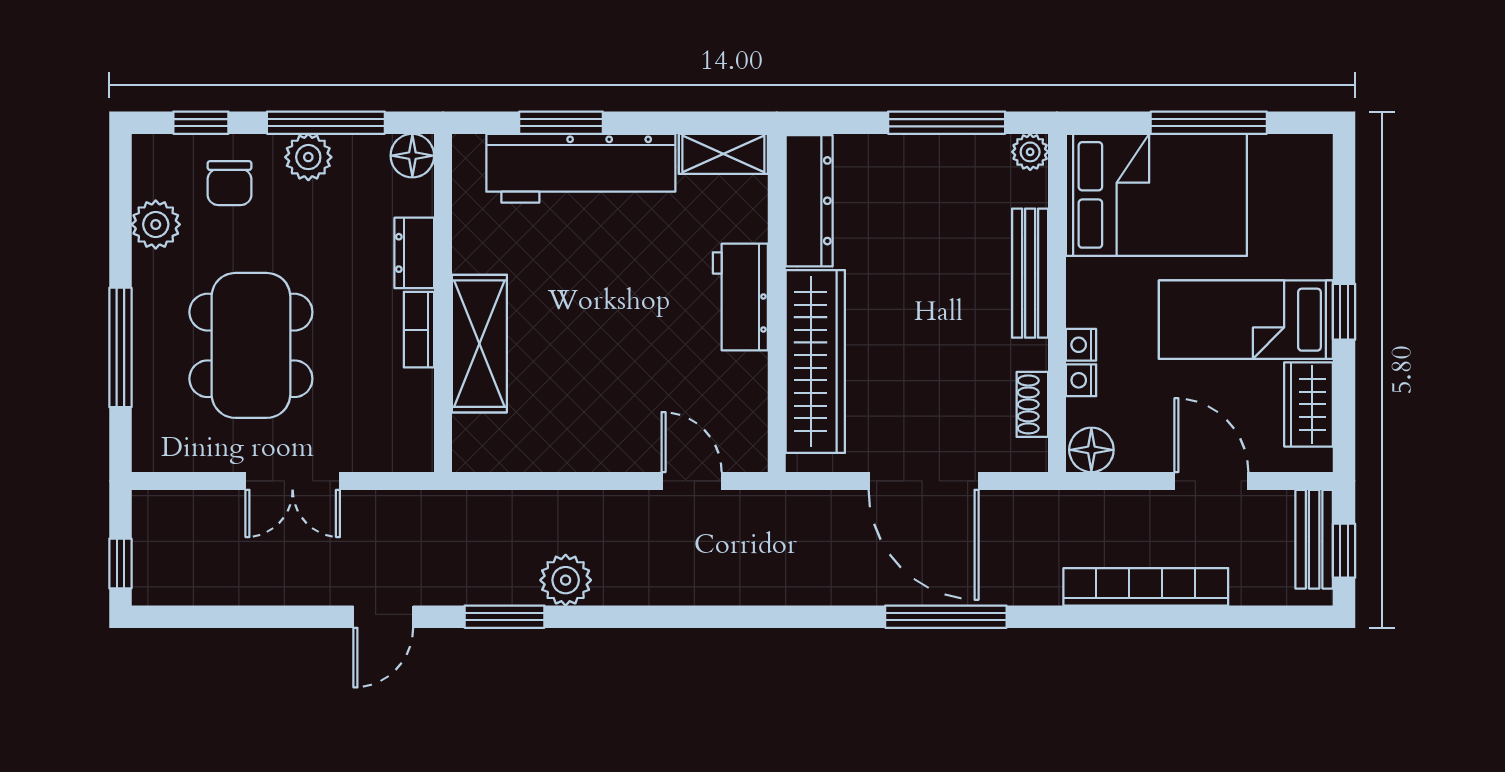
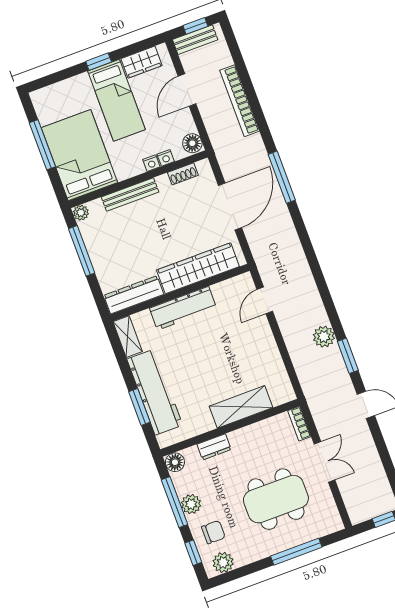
plant: (156, 224) -> (223, 562), moved
workbench: (740, 297) -> (183, 308), width x1.38
bookcase: (419, 330) -> (299, 424), moved, turned 90

